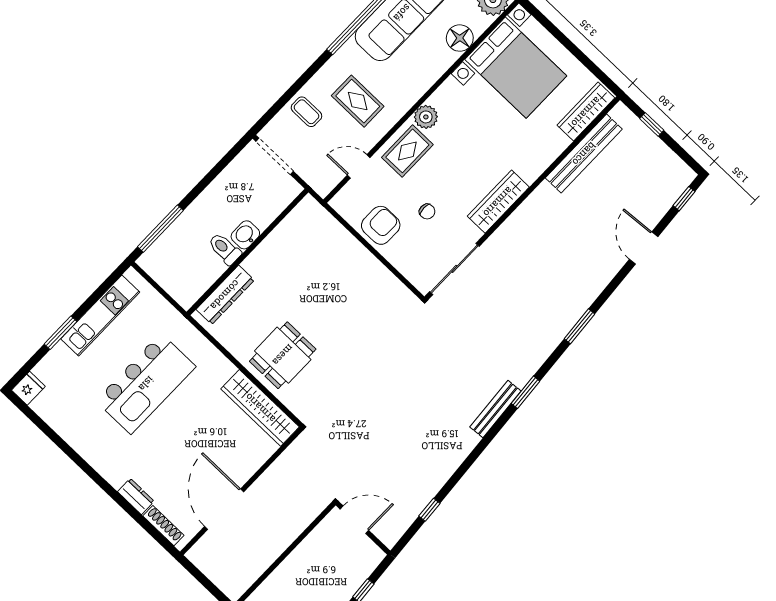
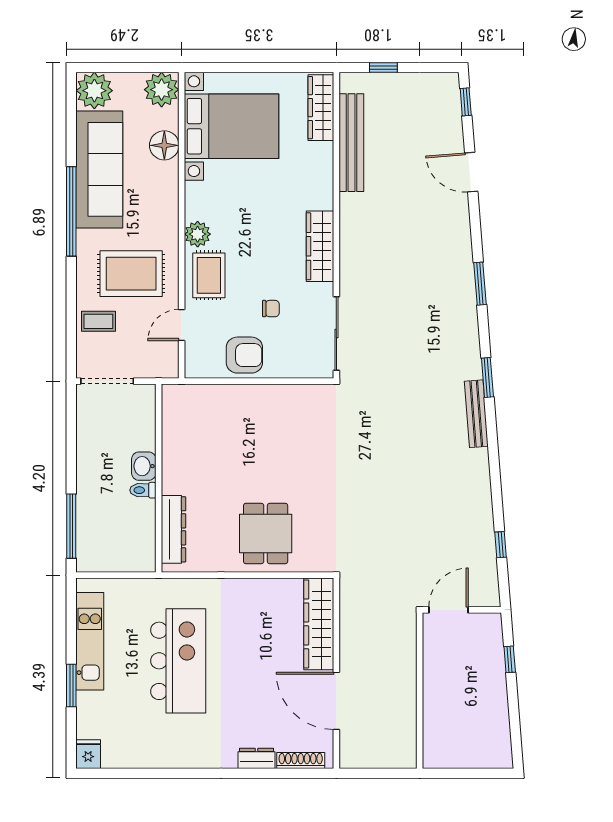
rug: (358, 101) -> (131, 274), width x1.36, depth x1.43
armchair: (381, 225) -> (244, 355), turned 90
toilet: (225, 249) -> (143, 490), width x0.73, depth x0.72
wardrobe: (260, 408) -> (319, 624), moved, turned 90

